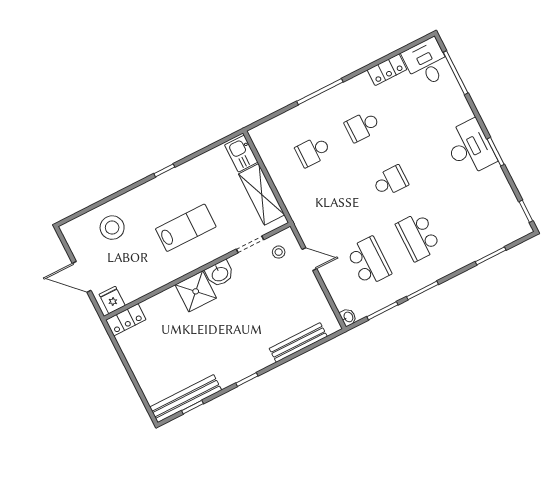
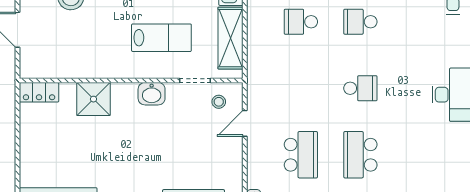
lab bench: (186, 228) -> (161, 38), moved
door: (309, 259) -> (245, 123), swing flipped
shower: (196, 291) -> (93, 99), moved
fridge: (112, 300) -> (36, 67), removed

